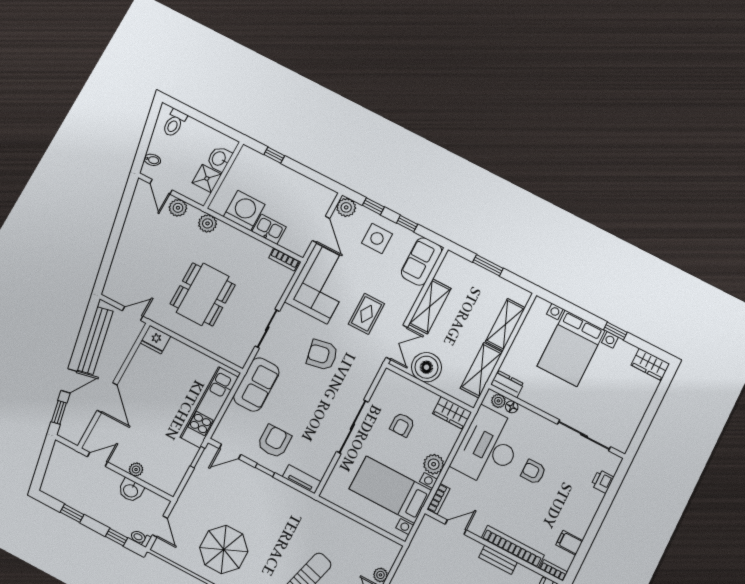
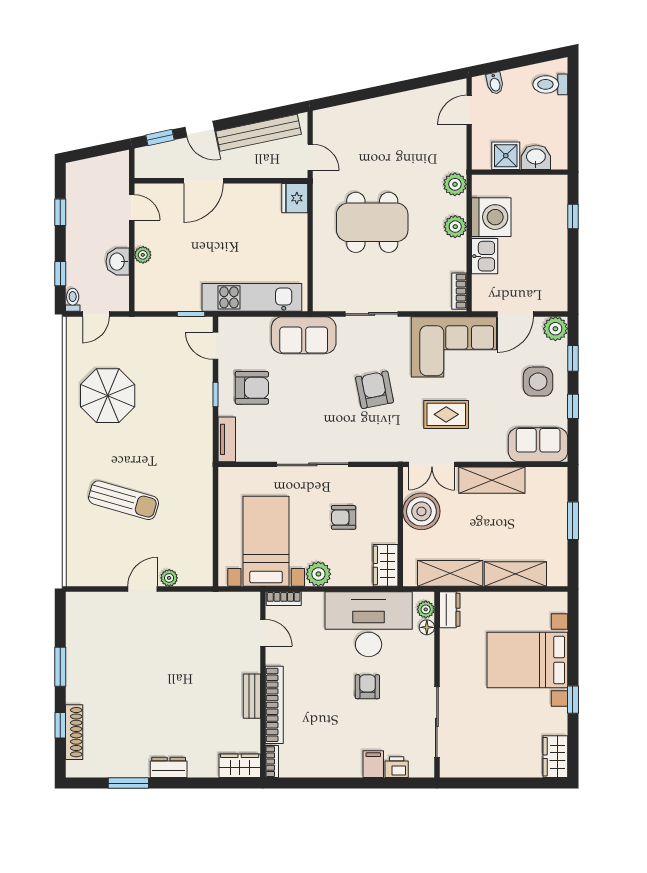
plant: (178, 208) -> (455, 227), moved
filing cabinet: (569, 543) -> (373, 764), moved

